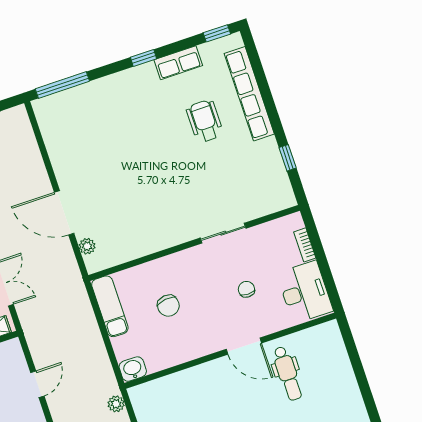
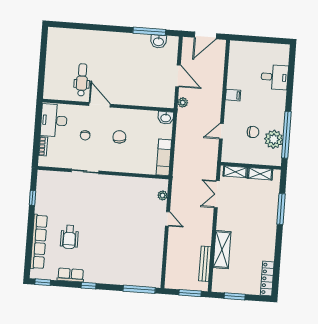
door: (64, 213) -> (167, 219), width x0.53
chair: (168, 306) -> (119, 137), moved

